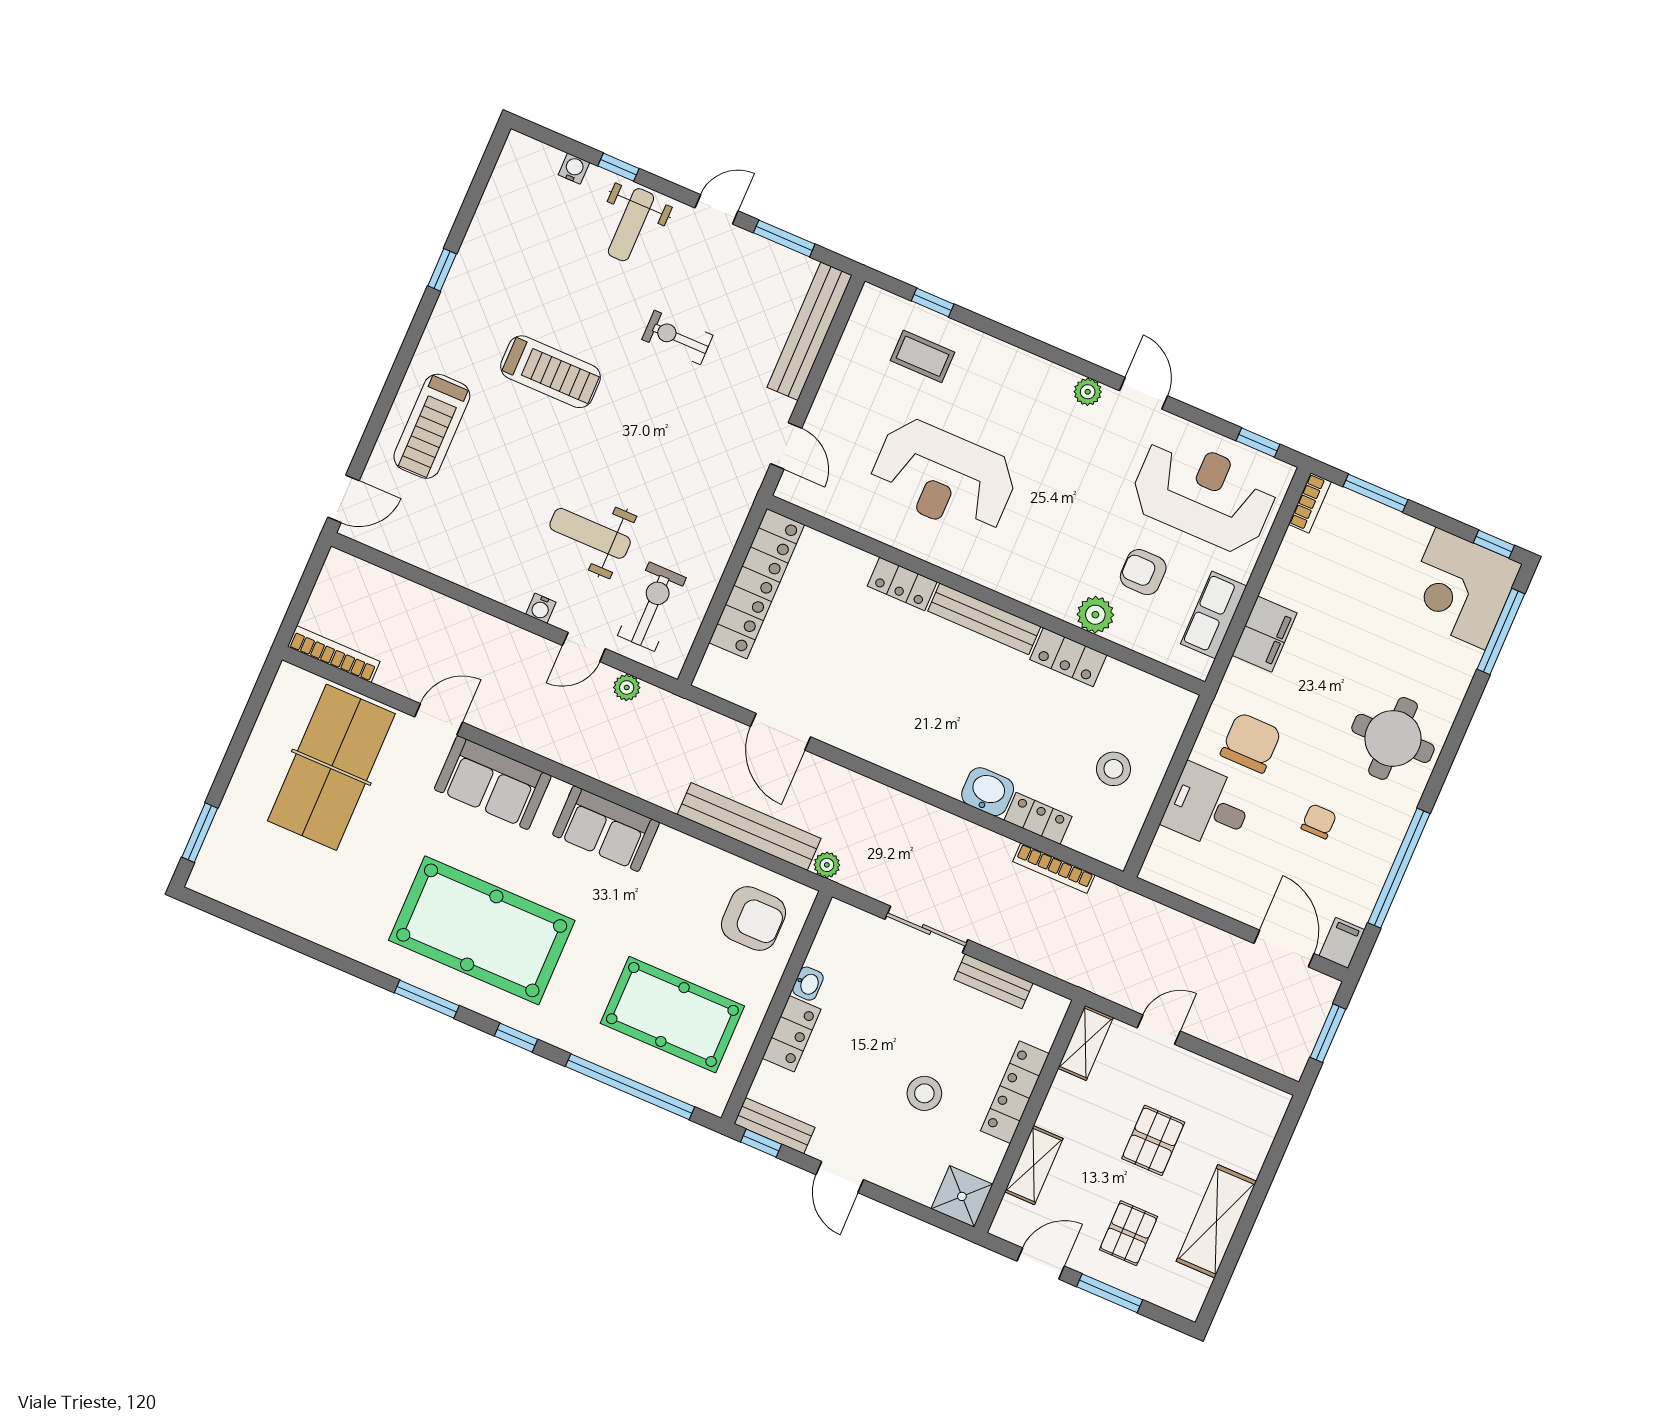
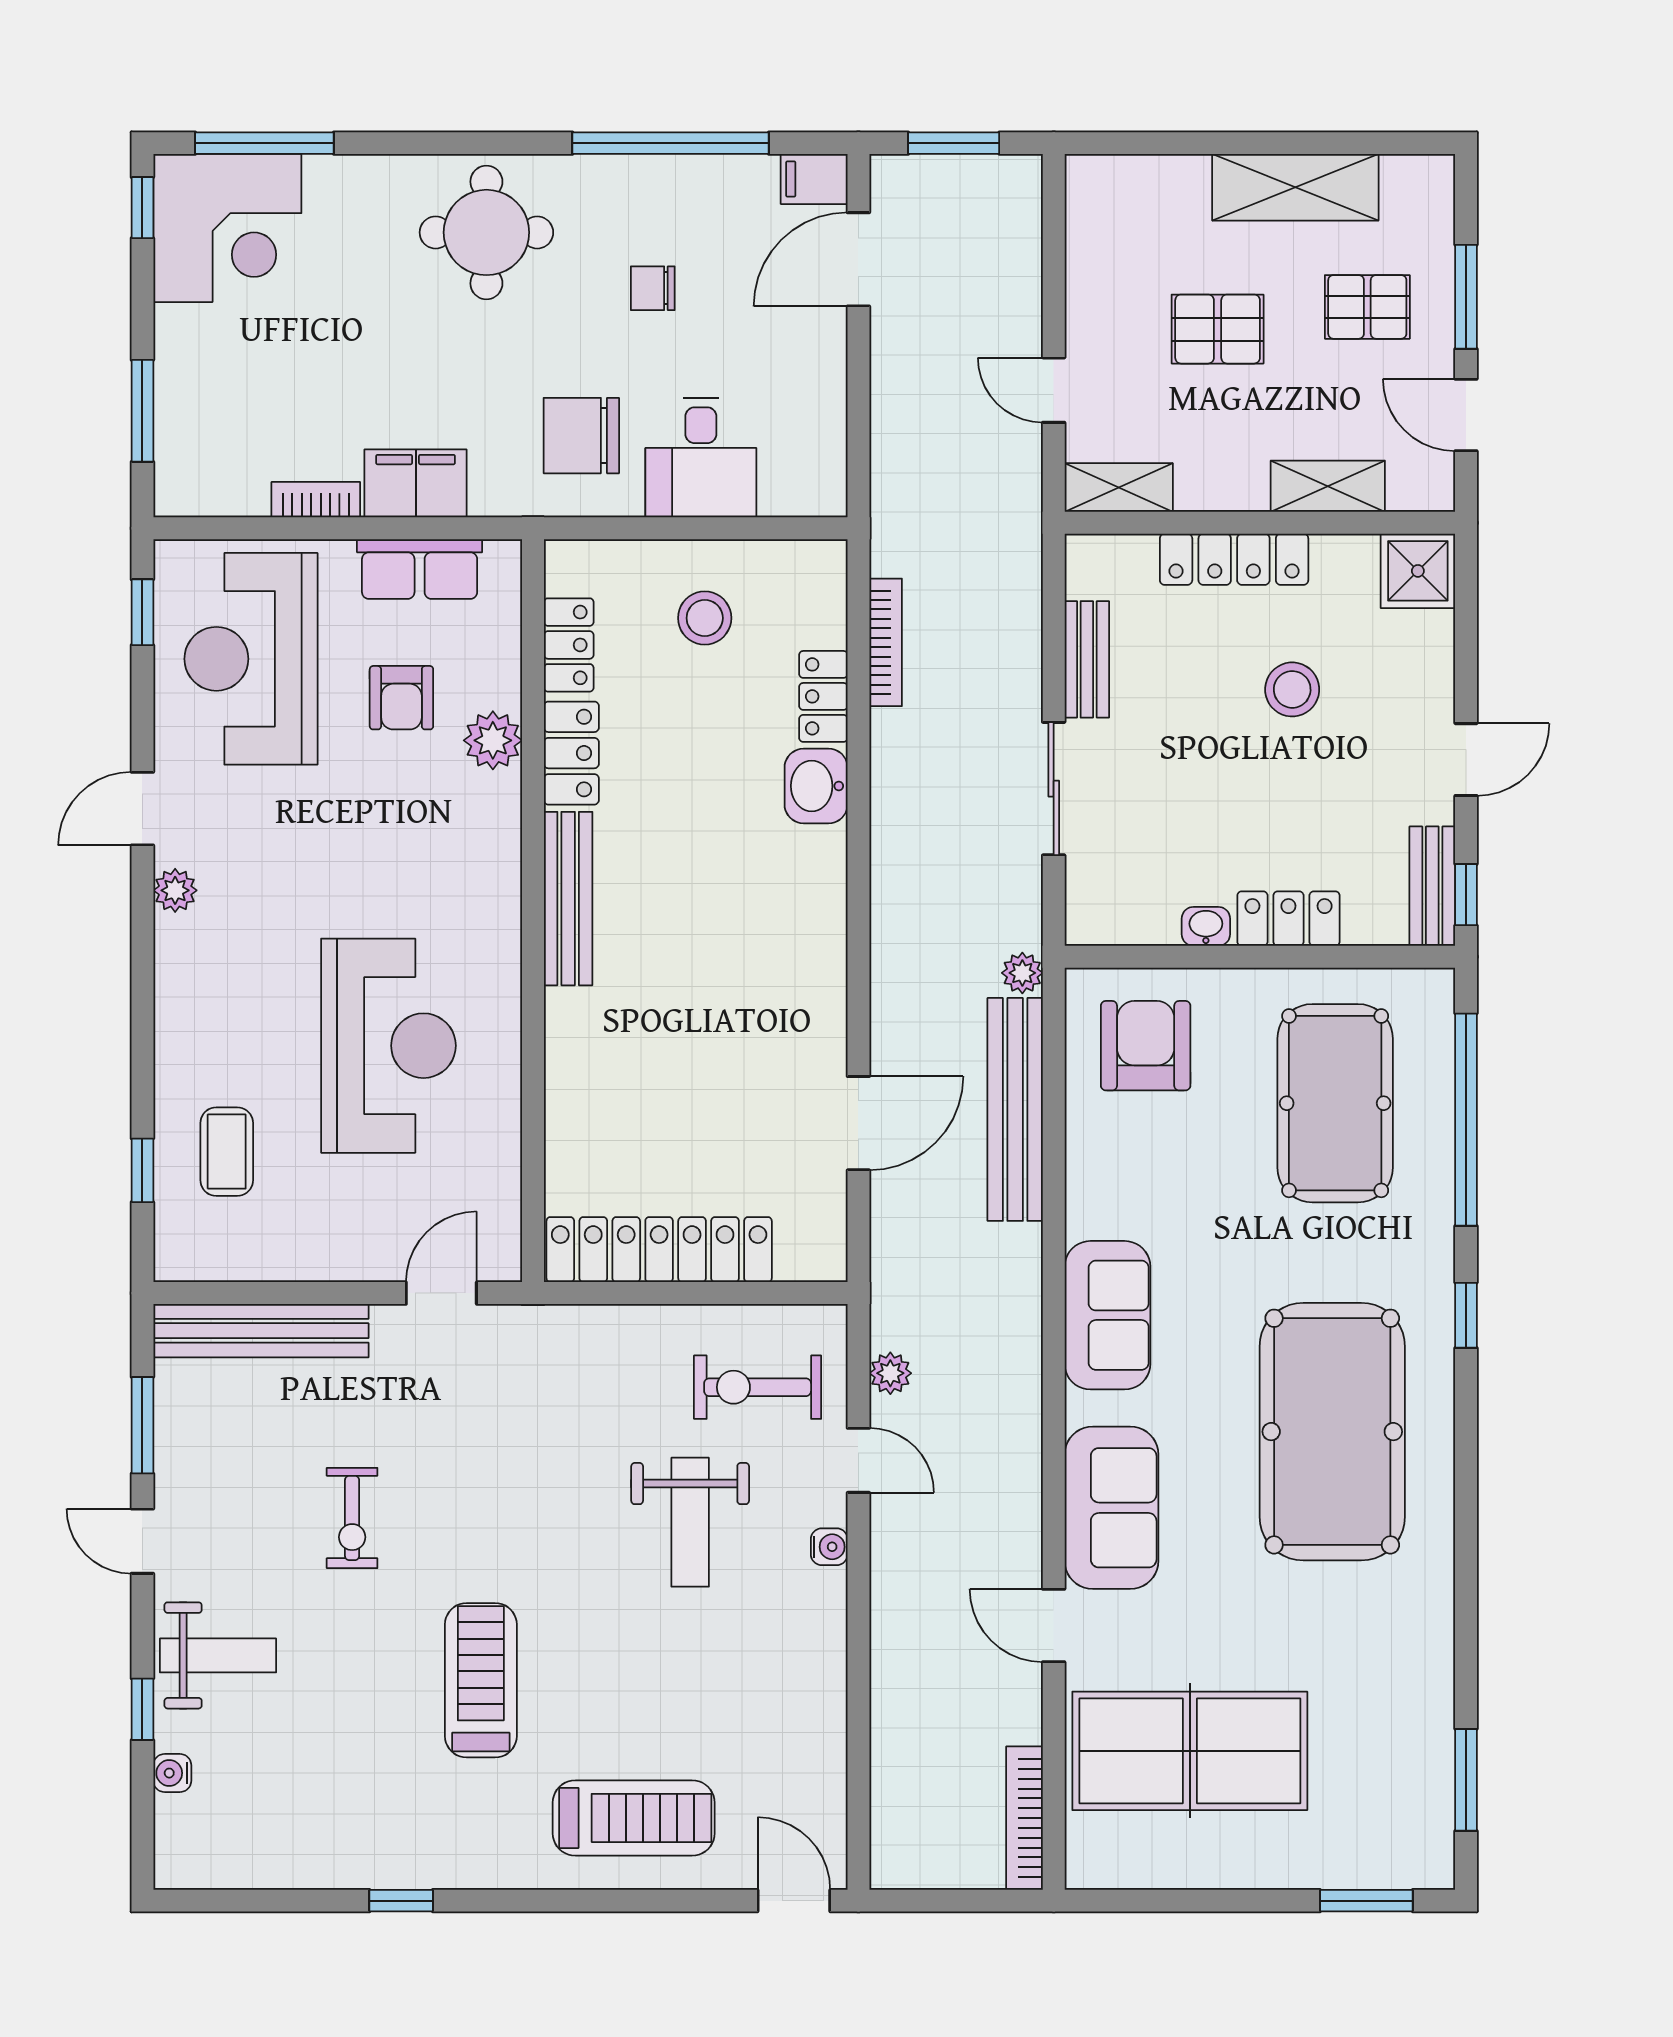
bookcase: (1310, 503) -> (316, 500), moved
locker: (902, 584) -> (569, 645), moved
window: (427, 999) -> (1466, 1780), moved

